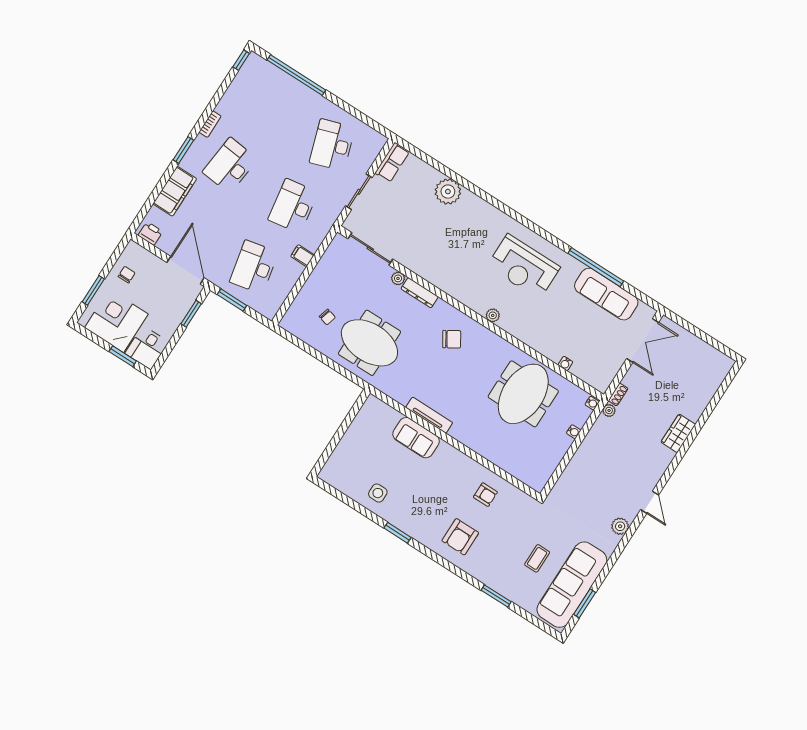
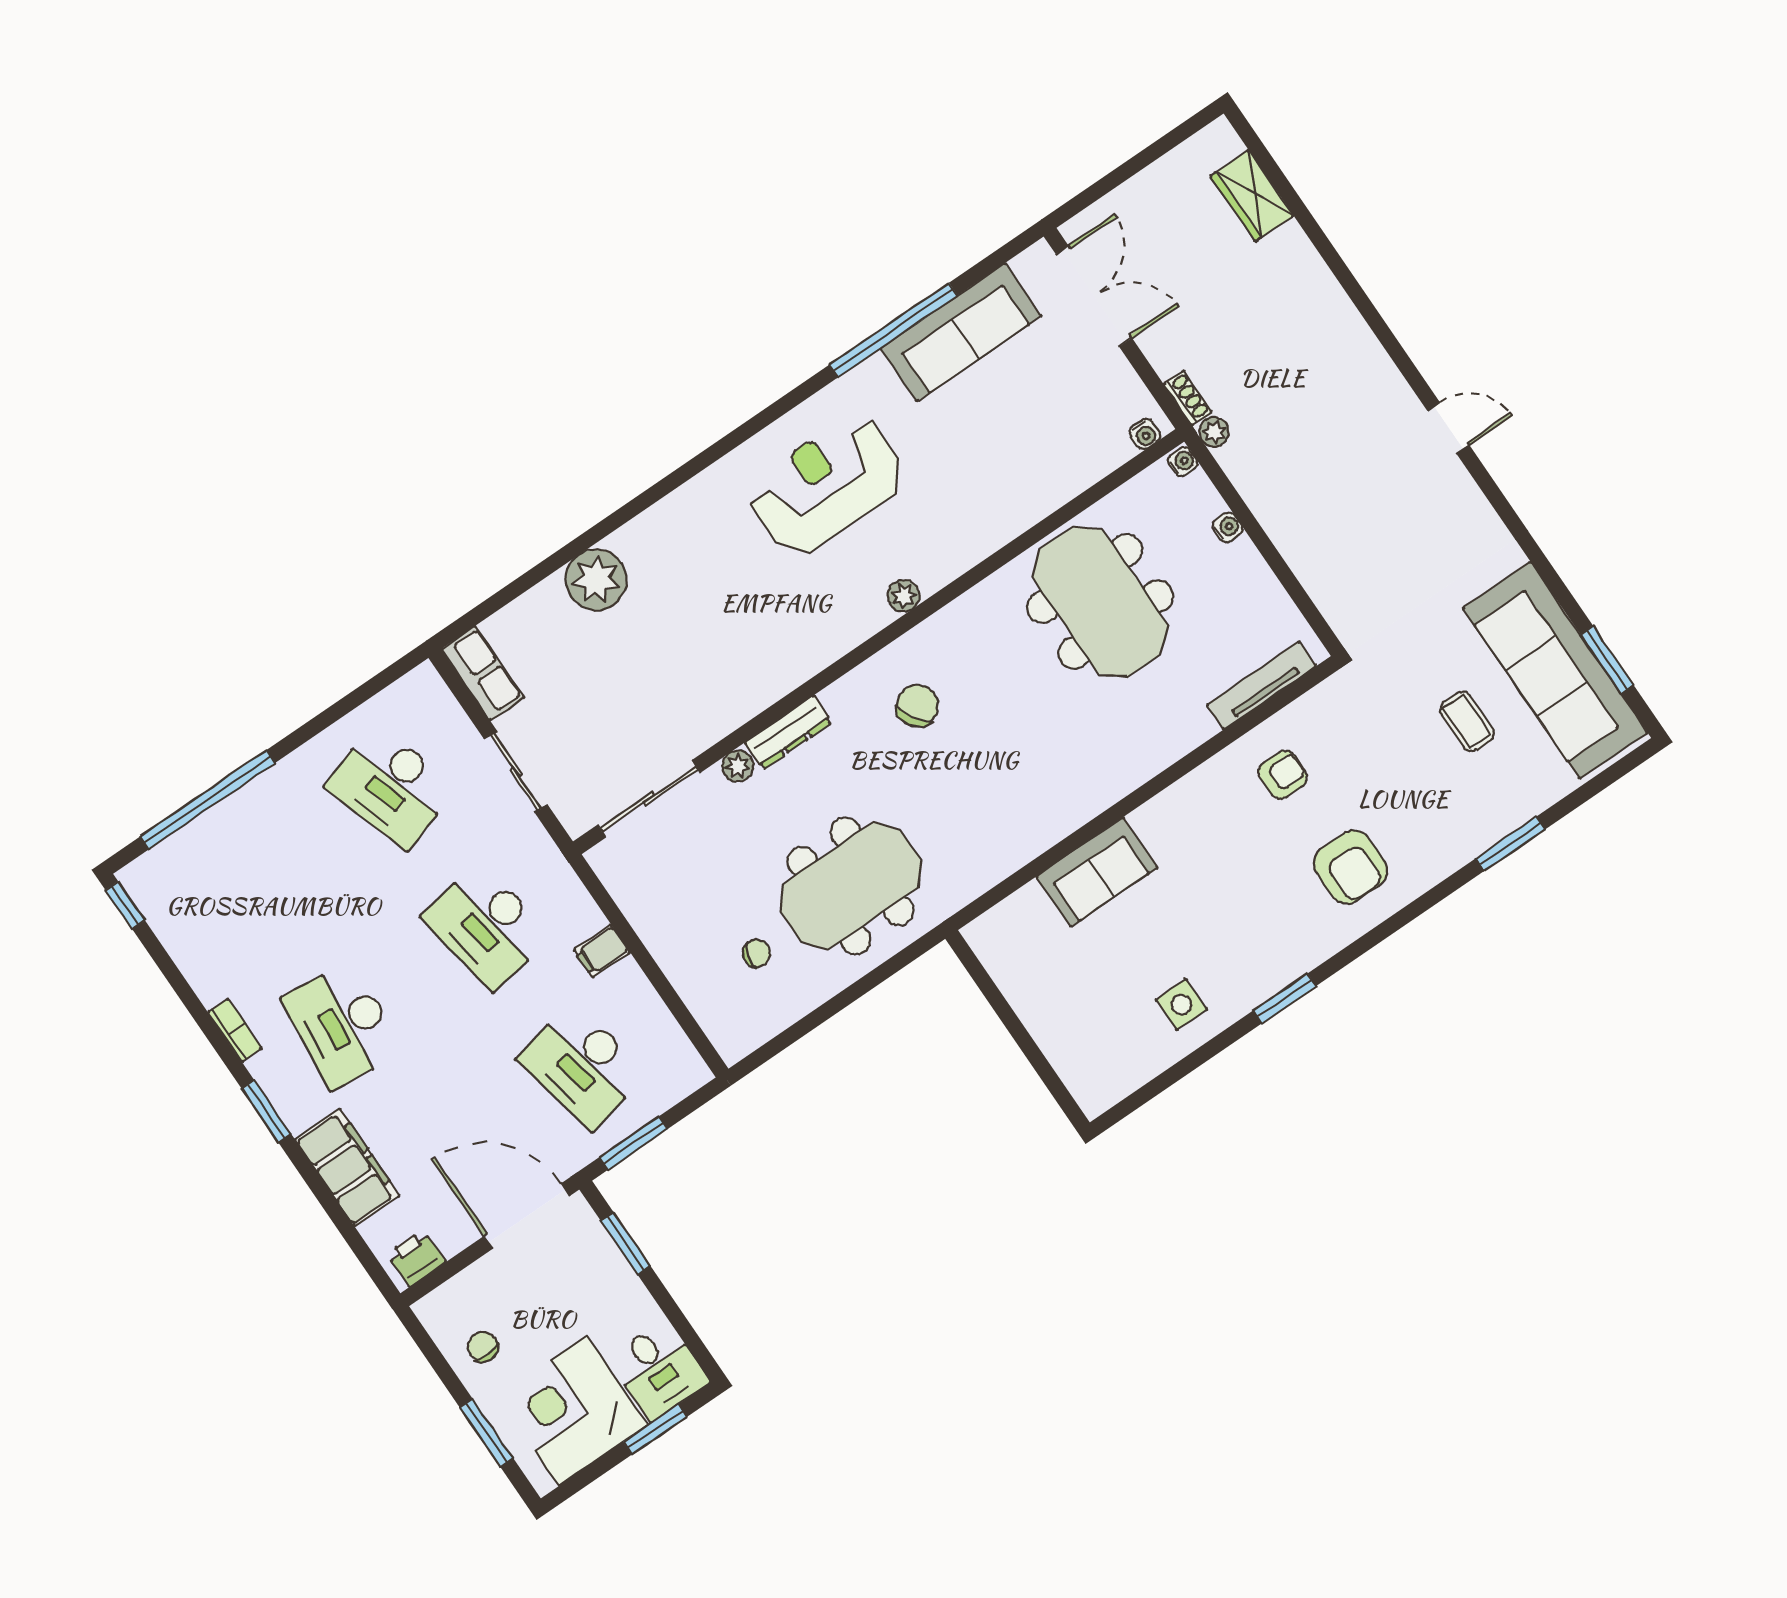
reception desk: (524, 267) -> (827, 485), turned 180
water cooler: (565, 363) -> (1145, 434), moved
tv unit: (429, 415) -> (1261, 685), moved
wardrobe: (678, 433) -> (1252, 196), moved
plant: (620, 526) -> (1473, 513), removed

